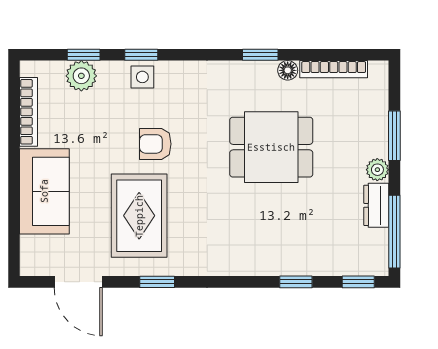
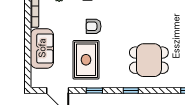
dining table: (271, 147) -> (149, 60), moved
window: (296, 282) -> (131, 91), moved

